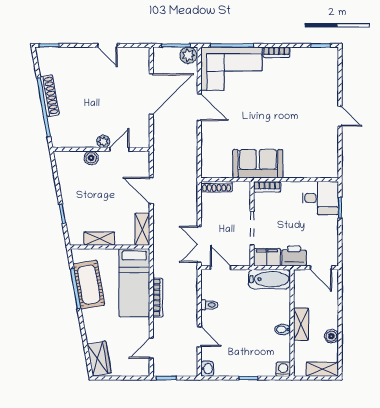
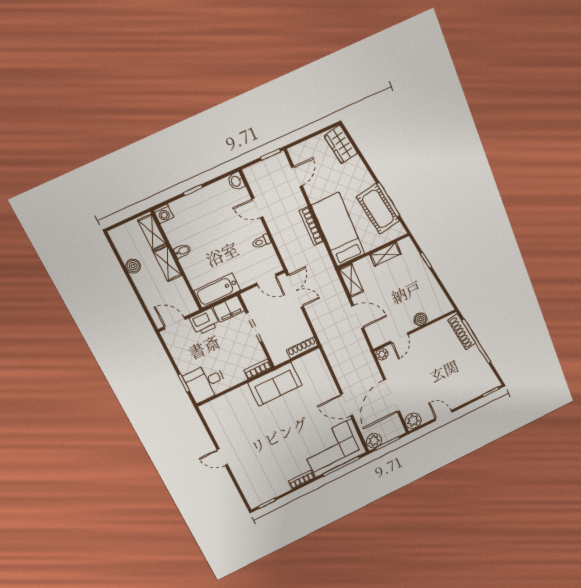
plant: (141, 56) -> (413, 421), added
shoe rack: (50, 96) -> (462, 332), moved
plant: (103, 141) -> (382, 354), moved
shelving: (322, 369) -> (152, 232), moved, turned 90

